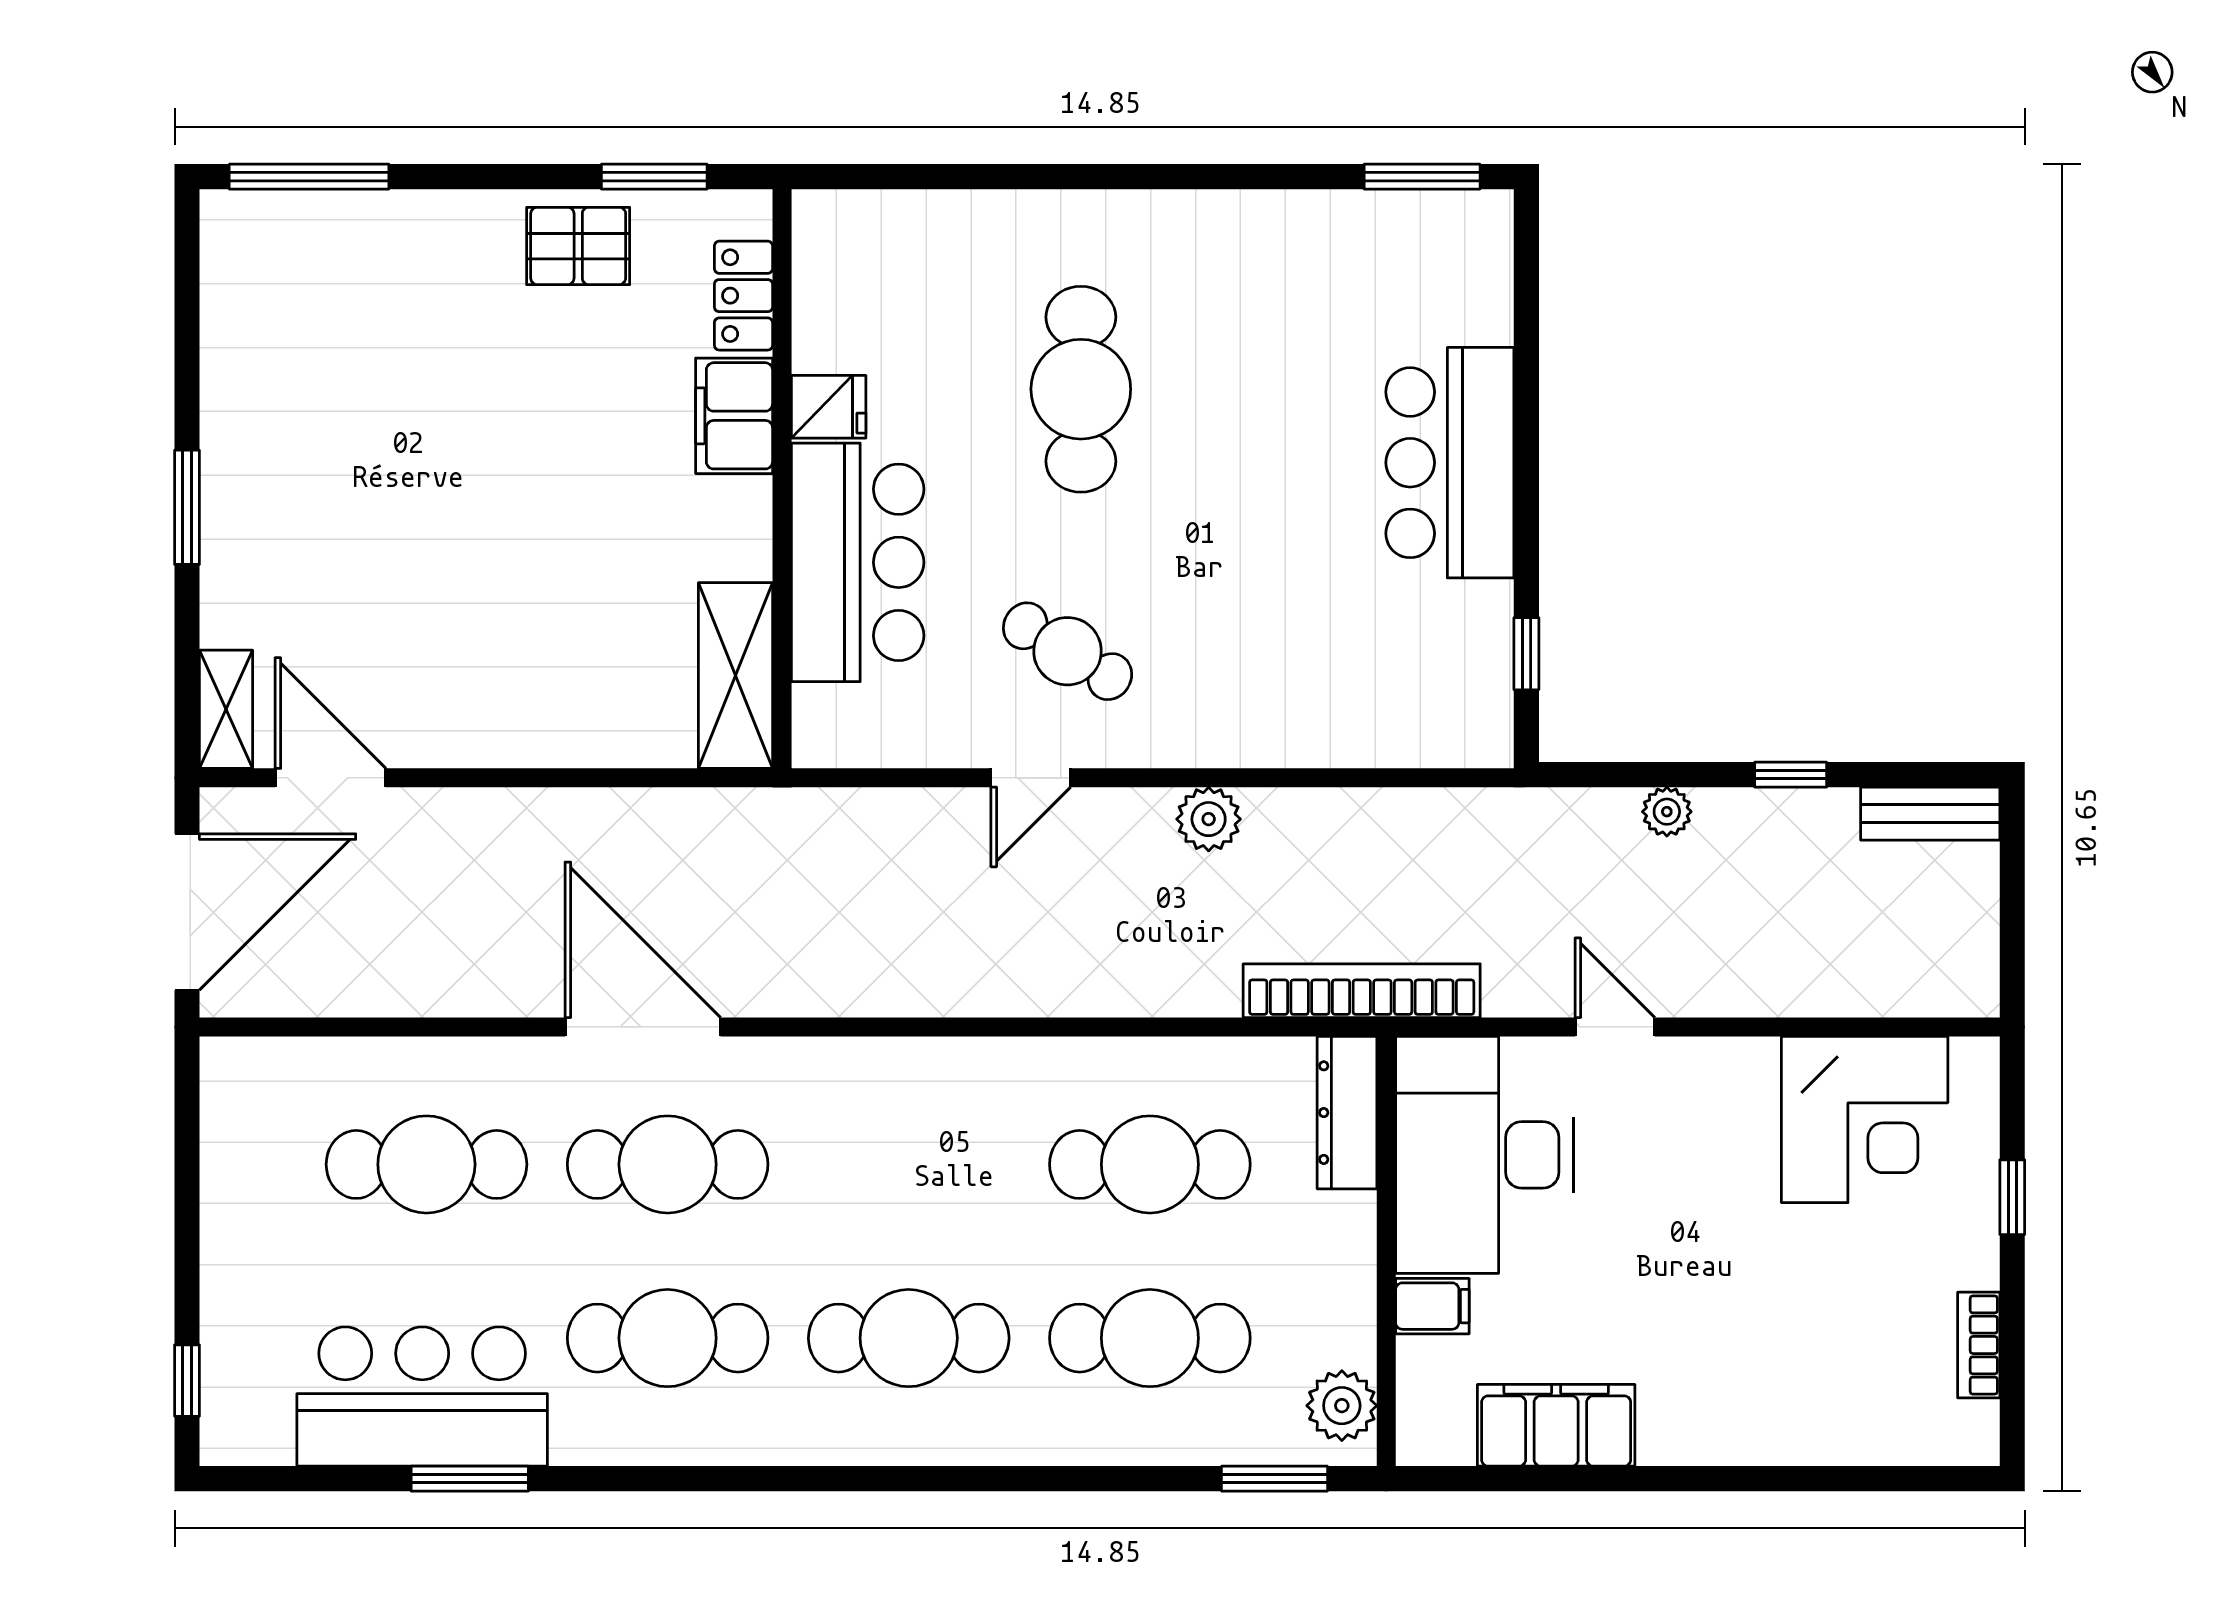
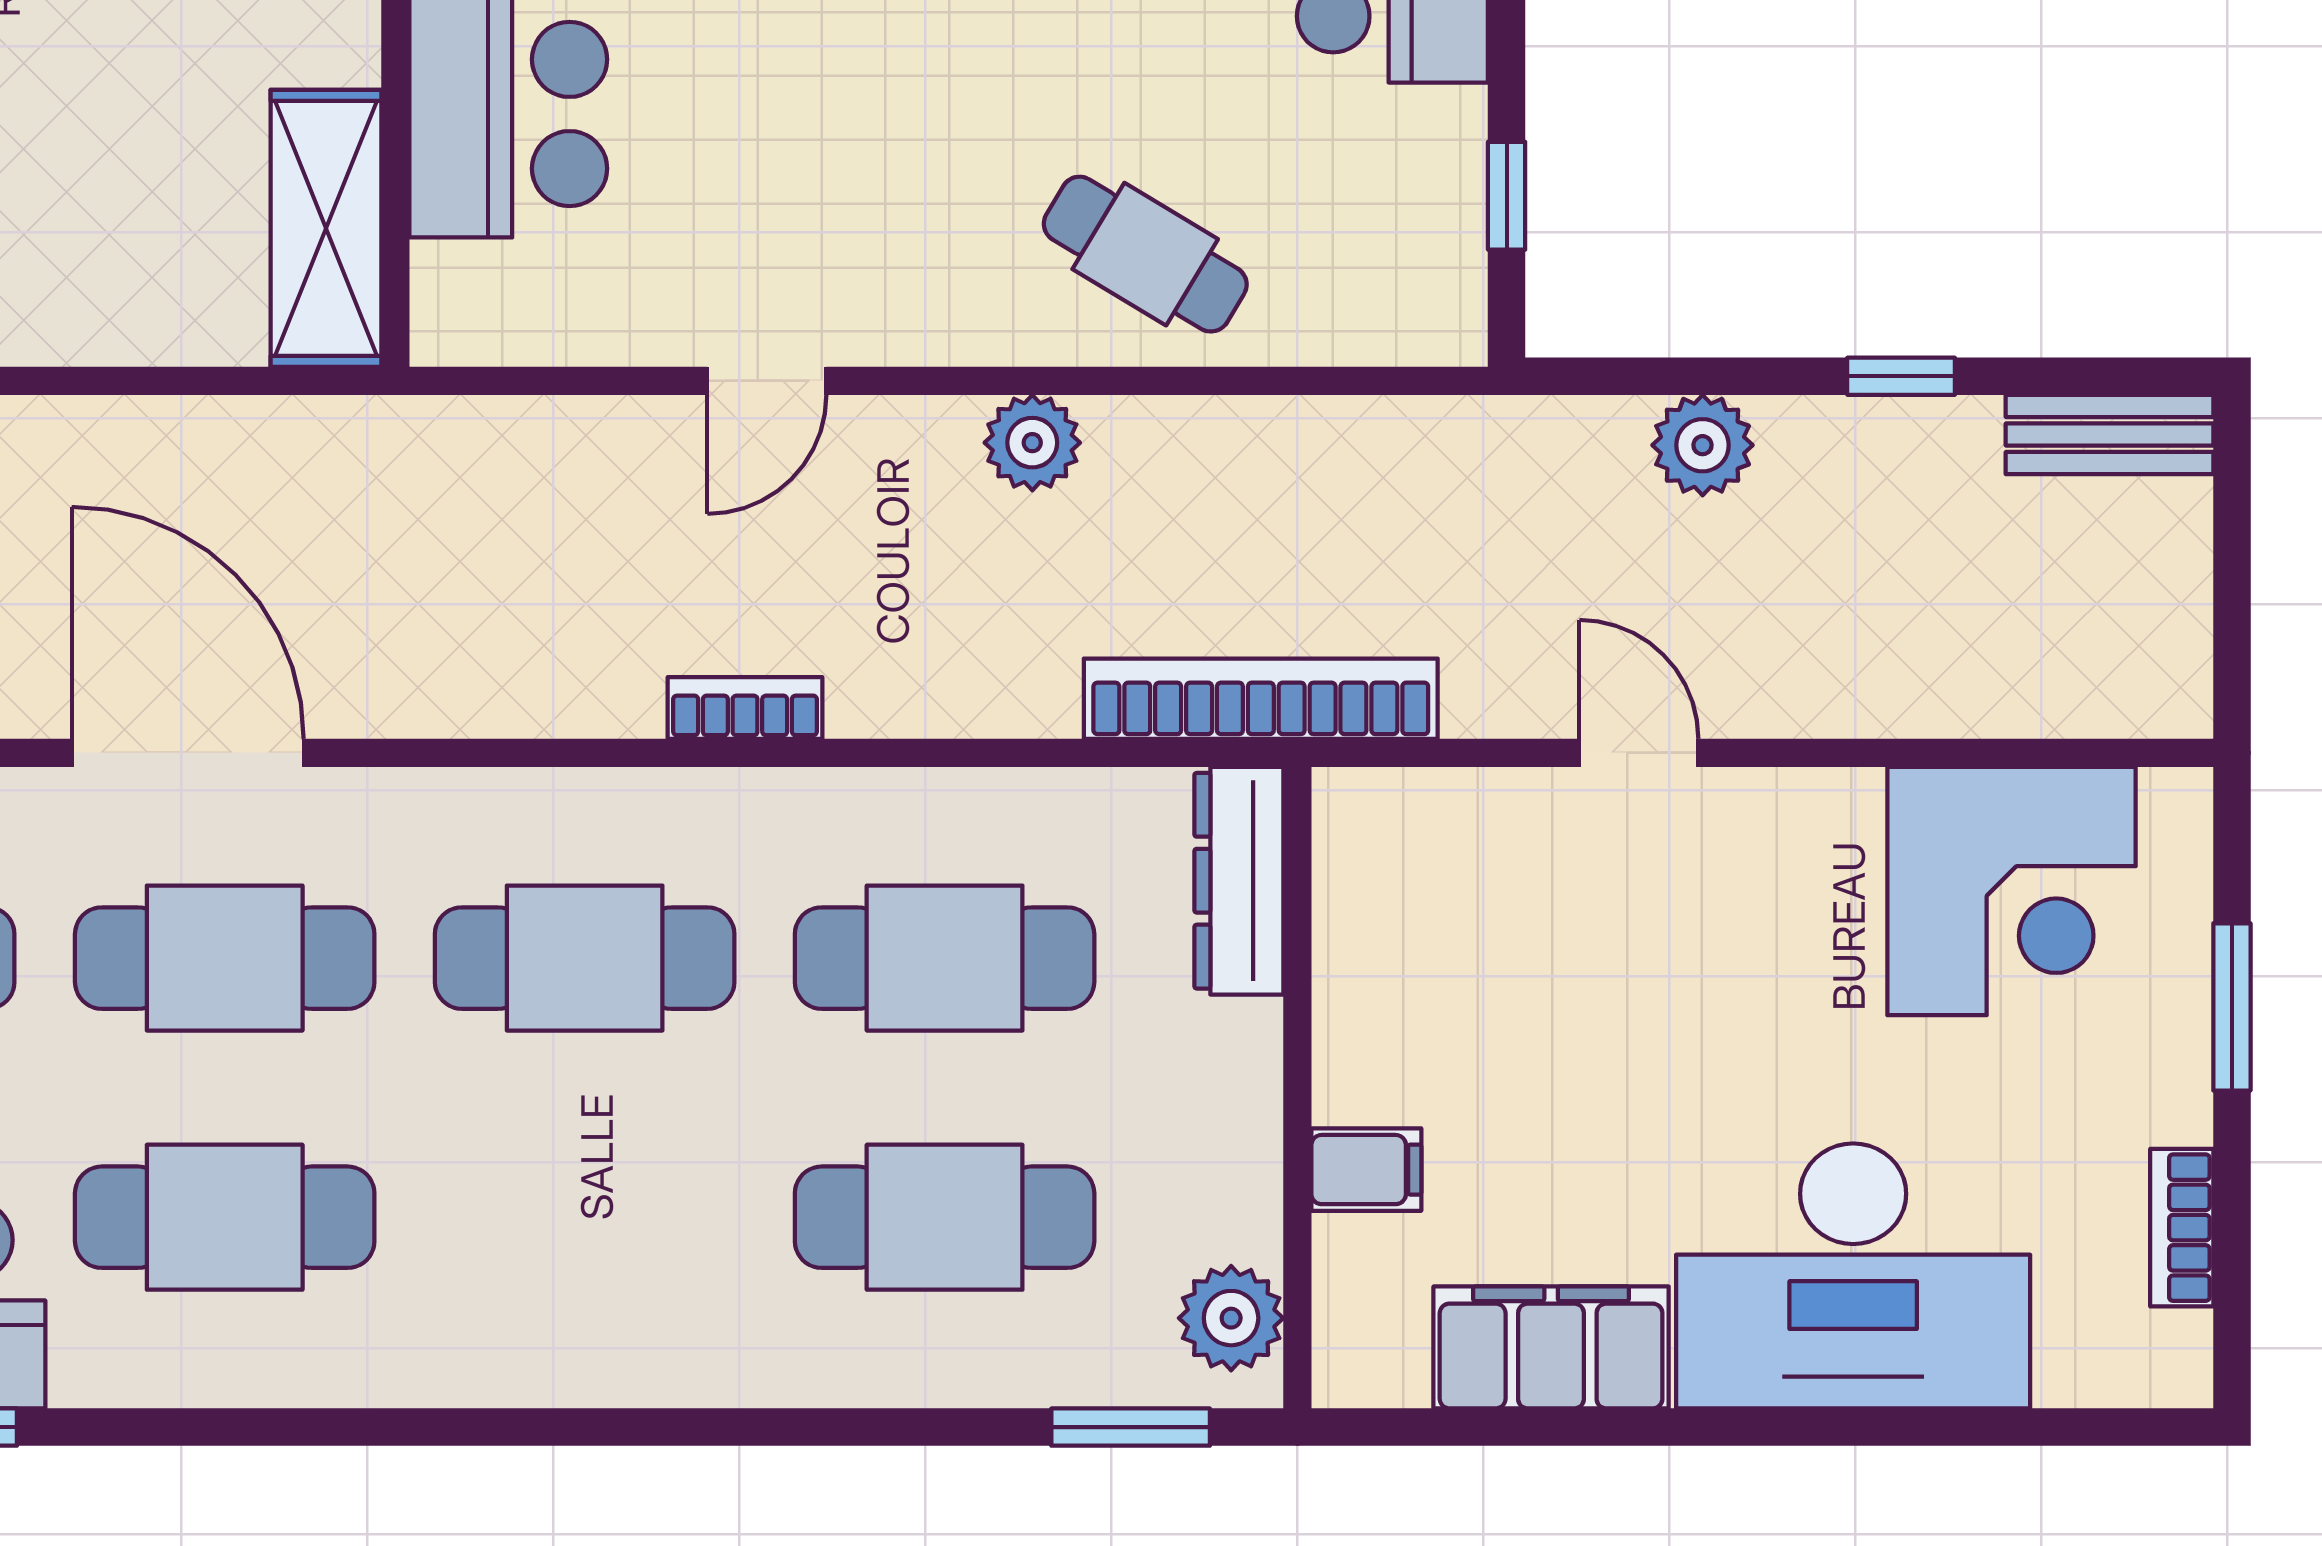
cafe table: (1068, 651) -> (1145, 254), moved
plant: (1667, 812) -> (1703, 445), width x1.38, depth x1.38
bookcase: (1016, 997) -> (745, 708), added
desk: (1484, 1155) -> (1853, 1276), moved, turned -90
window: (2012, 1197) -> (2232, 1007), width x1.50
cafe table: (909, 1338) -> (585, 958), moved

